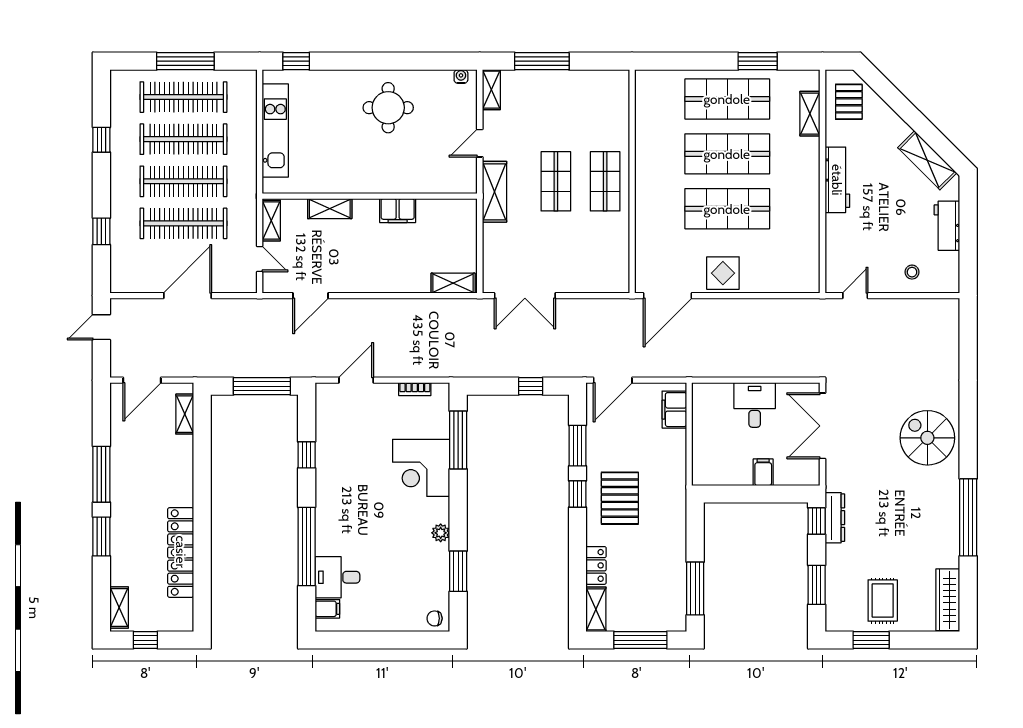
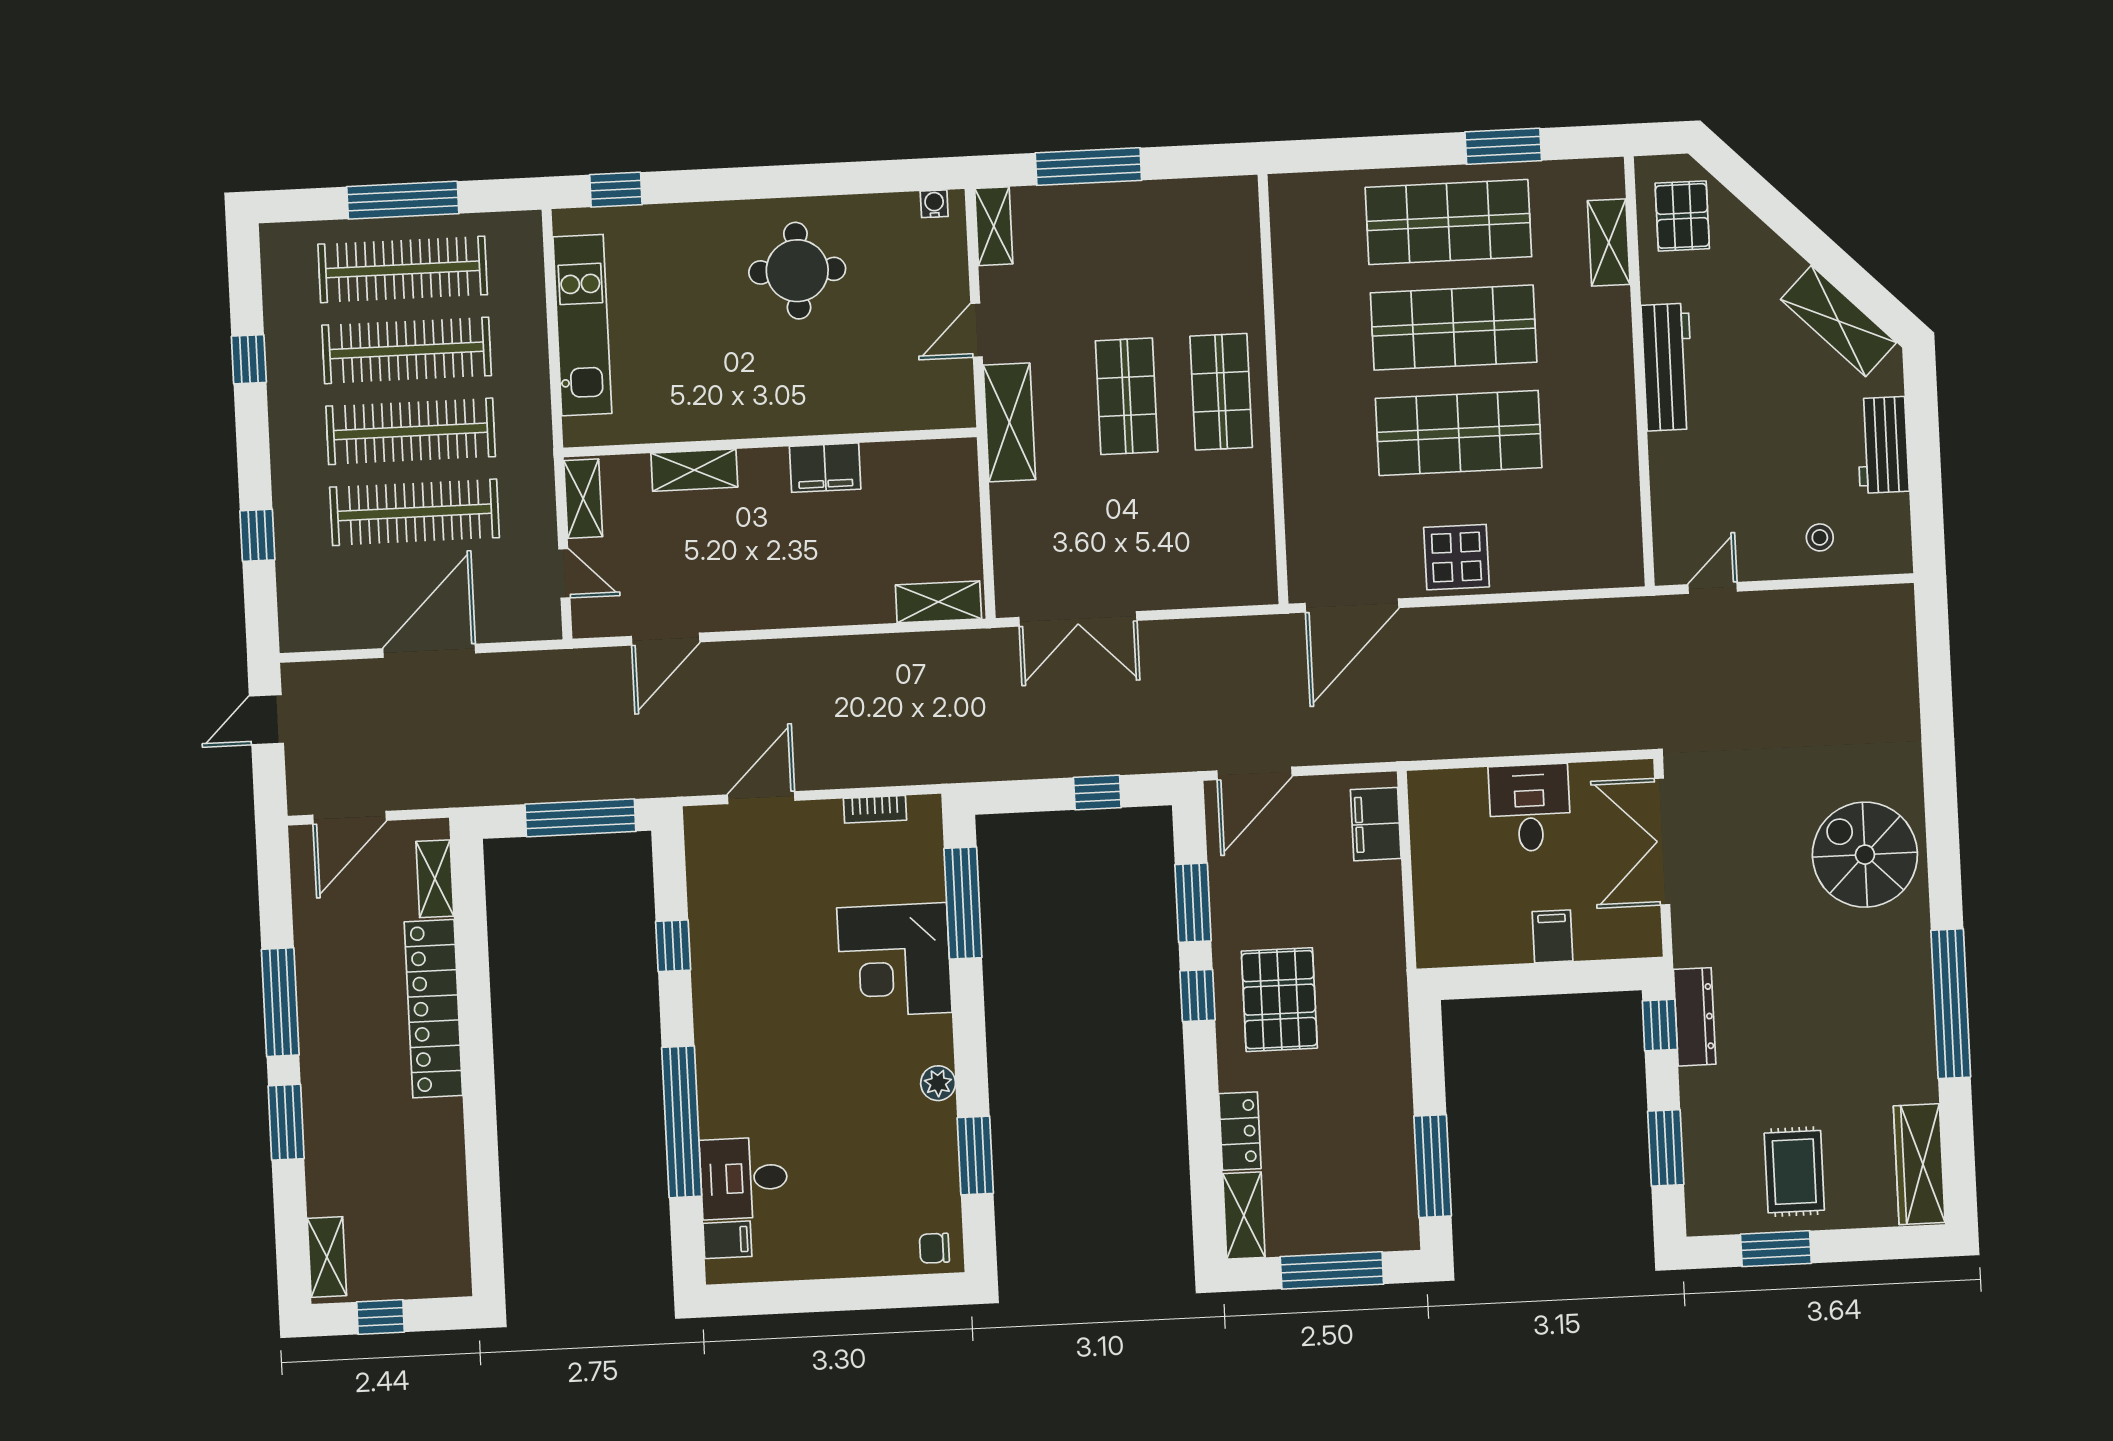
locker: (181, 552) -> (433, 1009), moved

